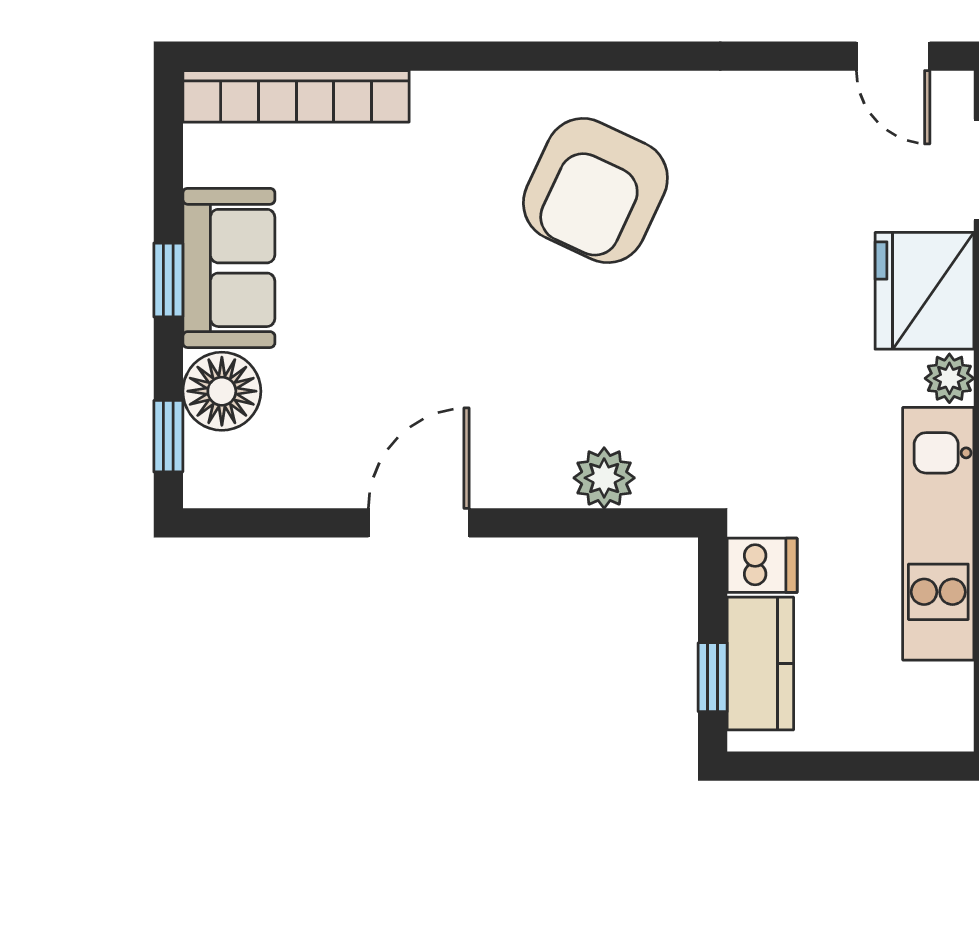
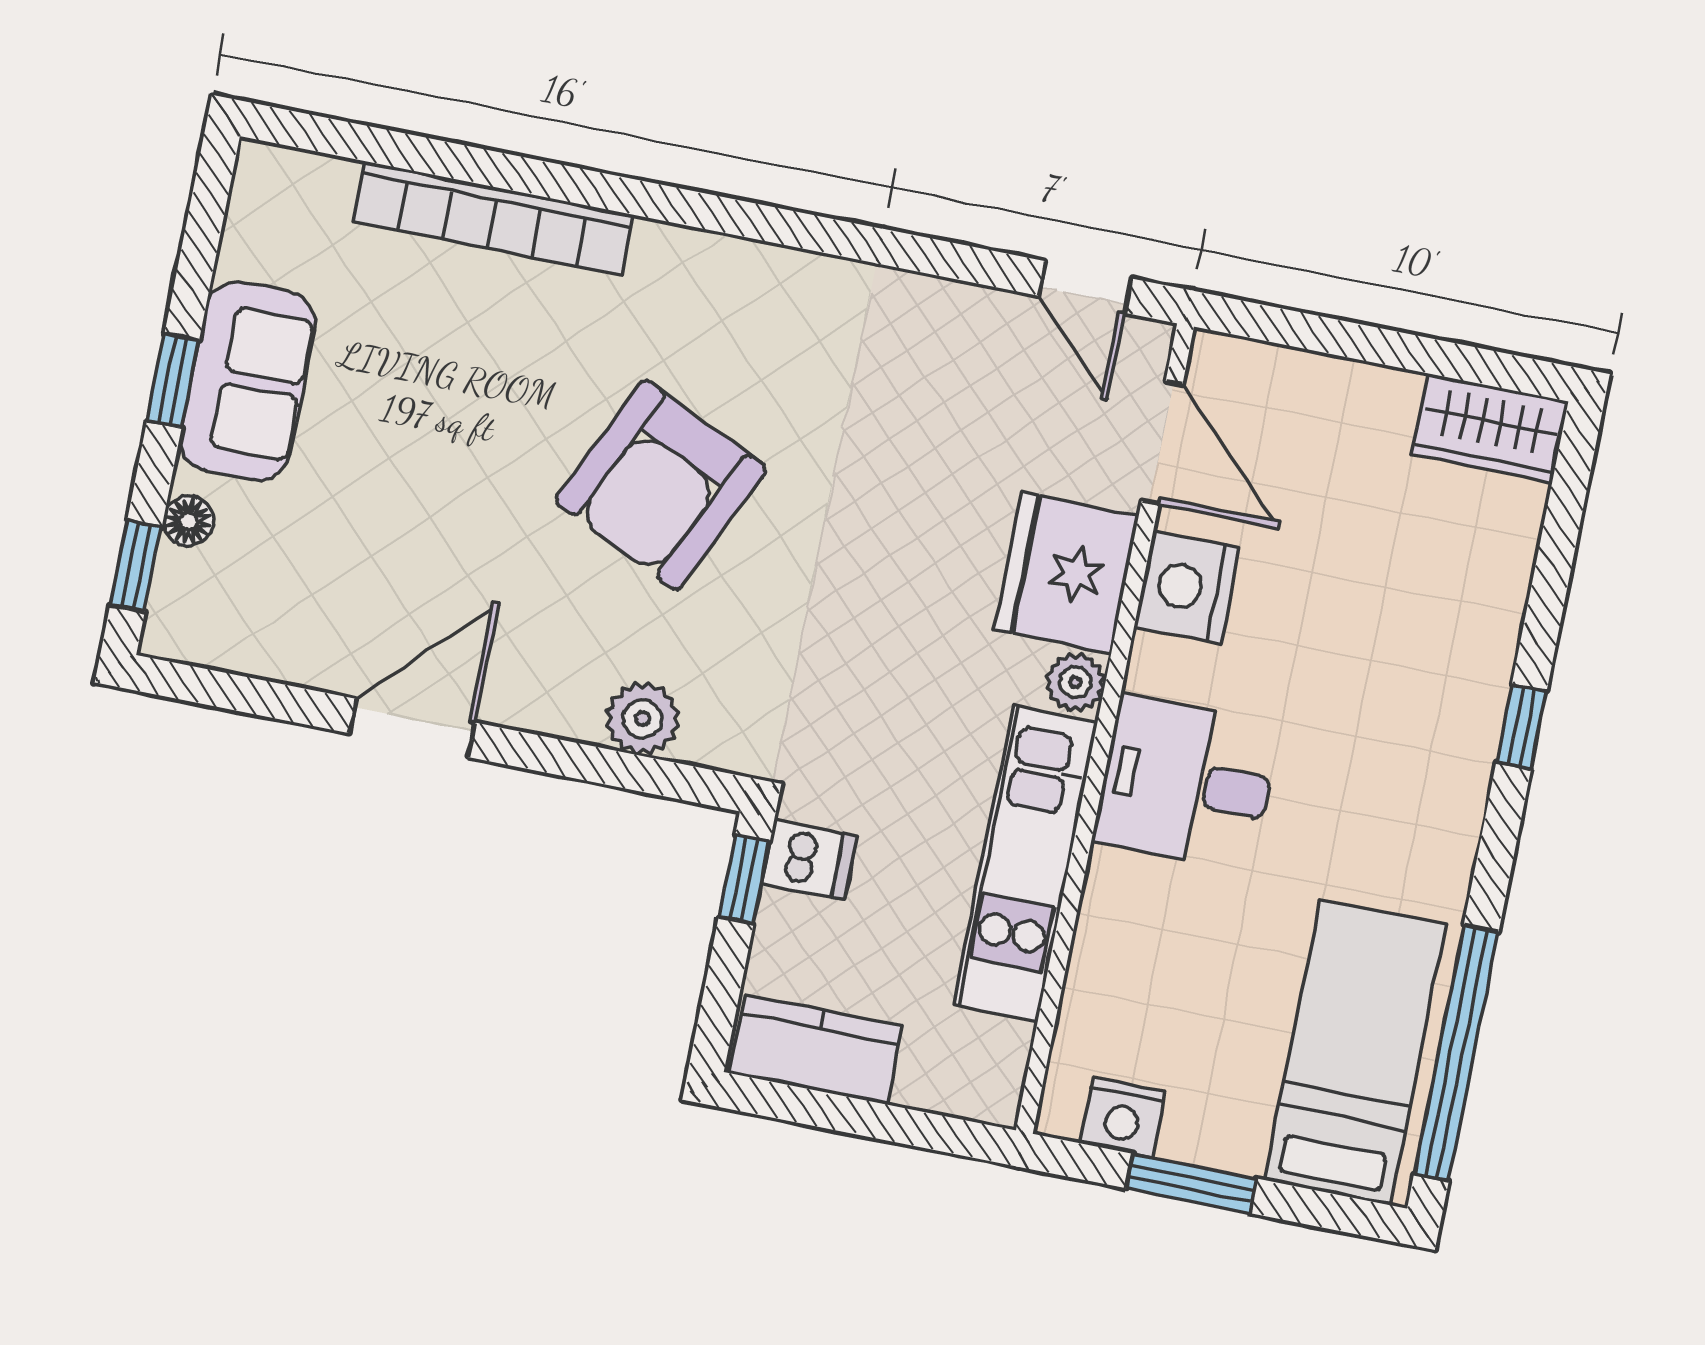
bookcase: (296, 96) -> (493, 218), moved
armchair: (595, 191) -> (661, 485), moved
floor lamp: (222, 391) -> (188, 521), width x0.53, depth x0.53
kitchen counter: (760, 663) -> (816, 1050), moved, turned -90
window: (713, 677) -> (744, 879), moved

